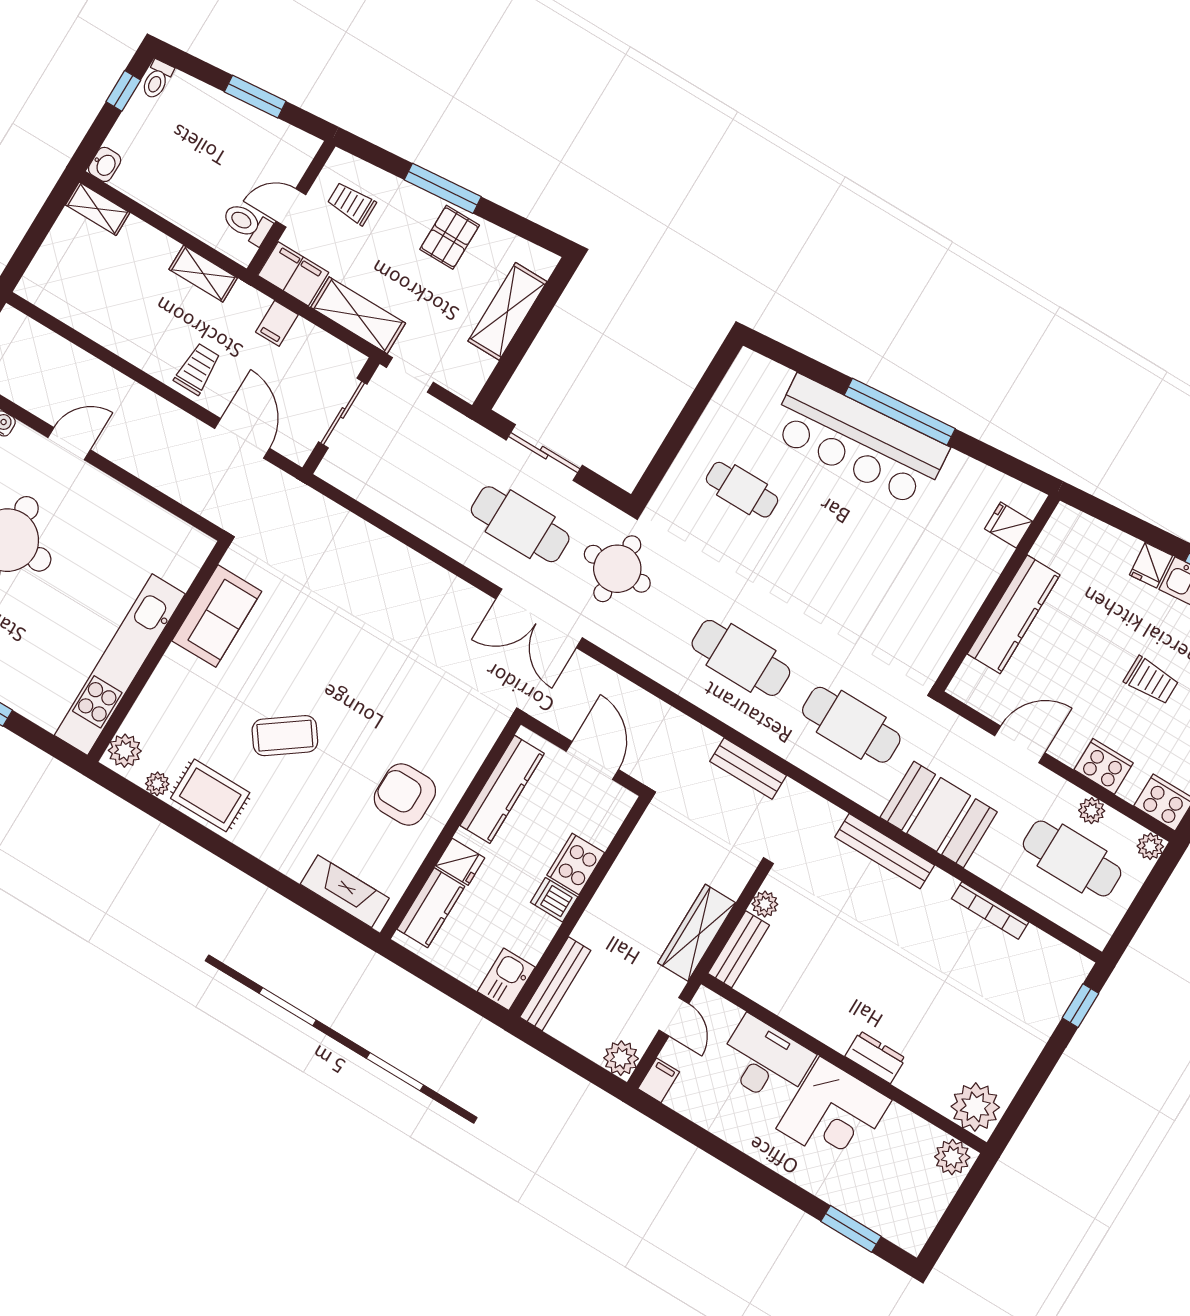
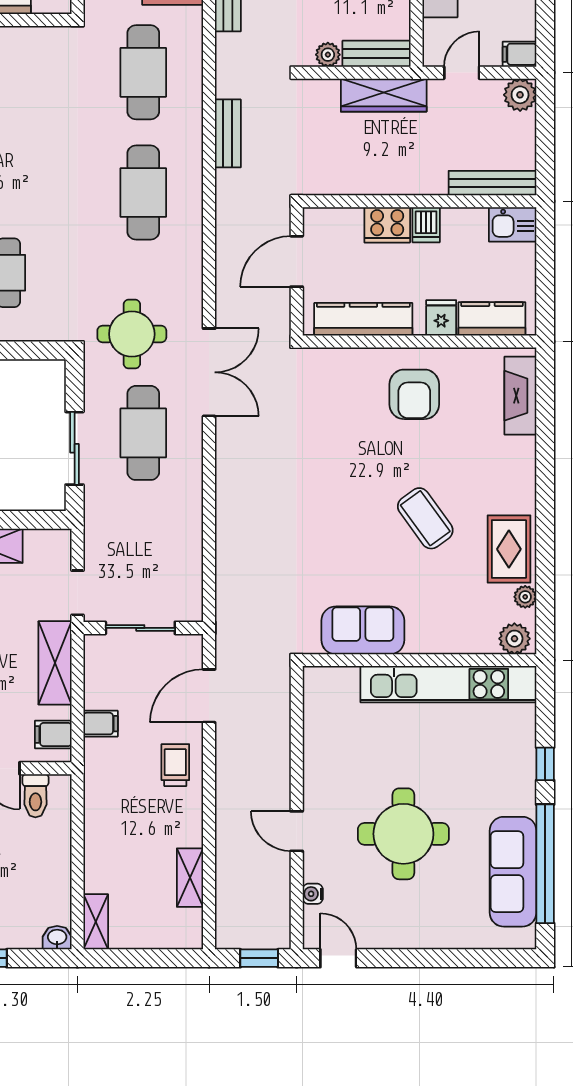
shelving: (203, 274) -> (190, 878), moved
filing cabinet: (293, 274) -> (53, 735), width x0.50
trolley: (197, 369) -> (175, 765), turned 90

